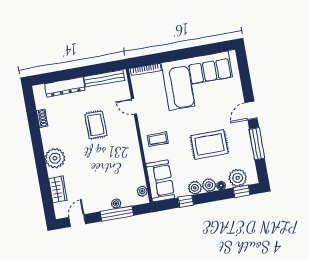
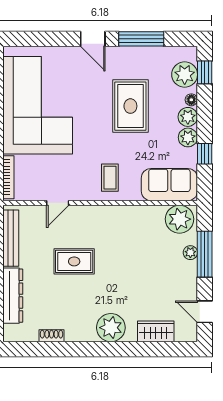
plant: (142, 191) -> (180, 219), width x1.87, depth x1.87

